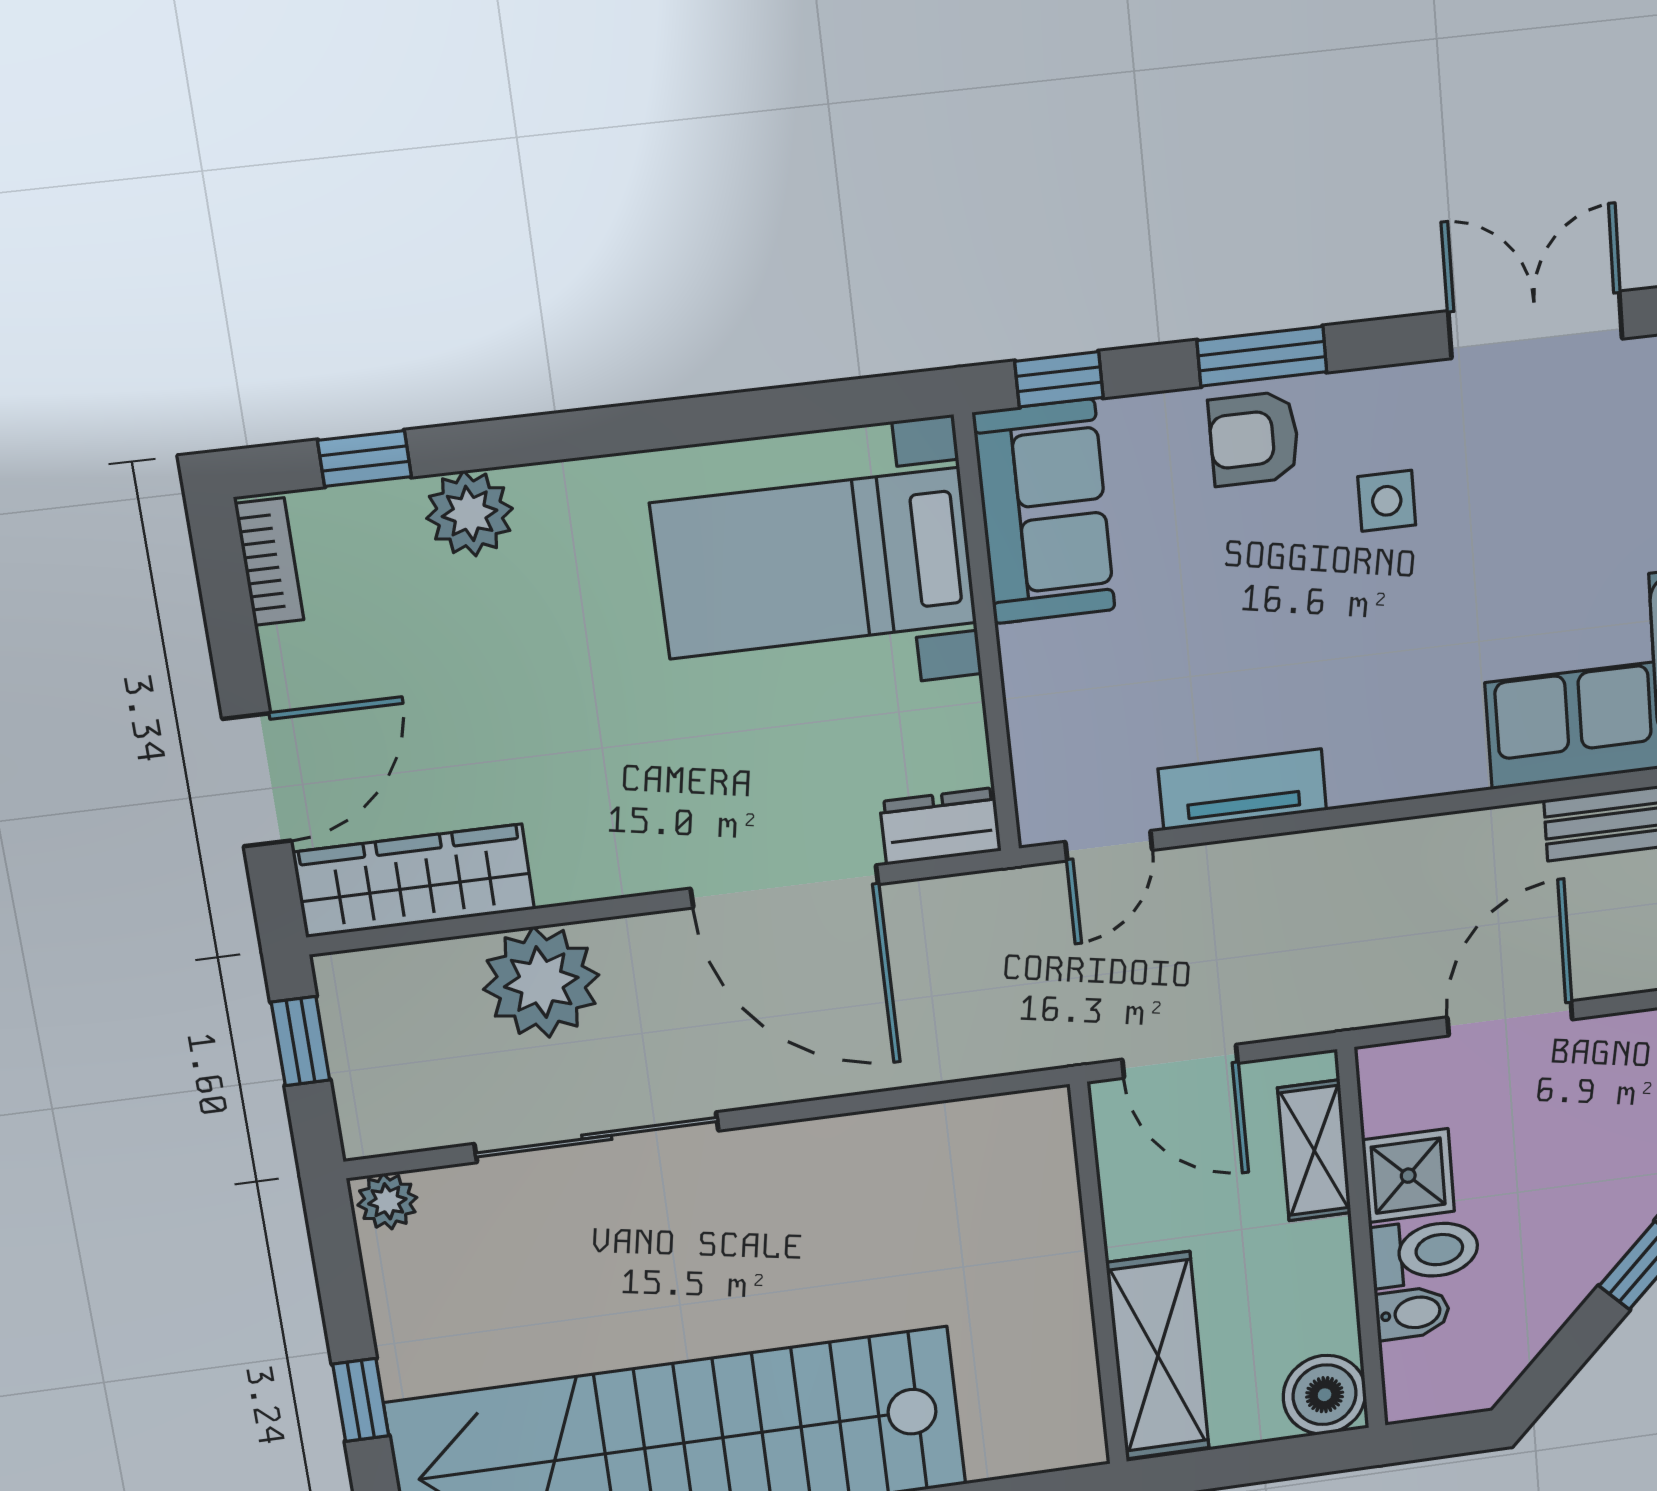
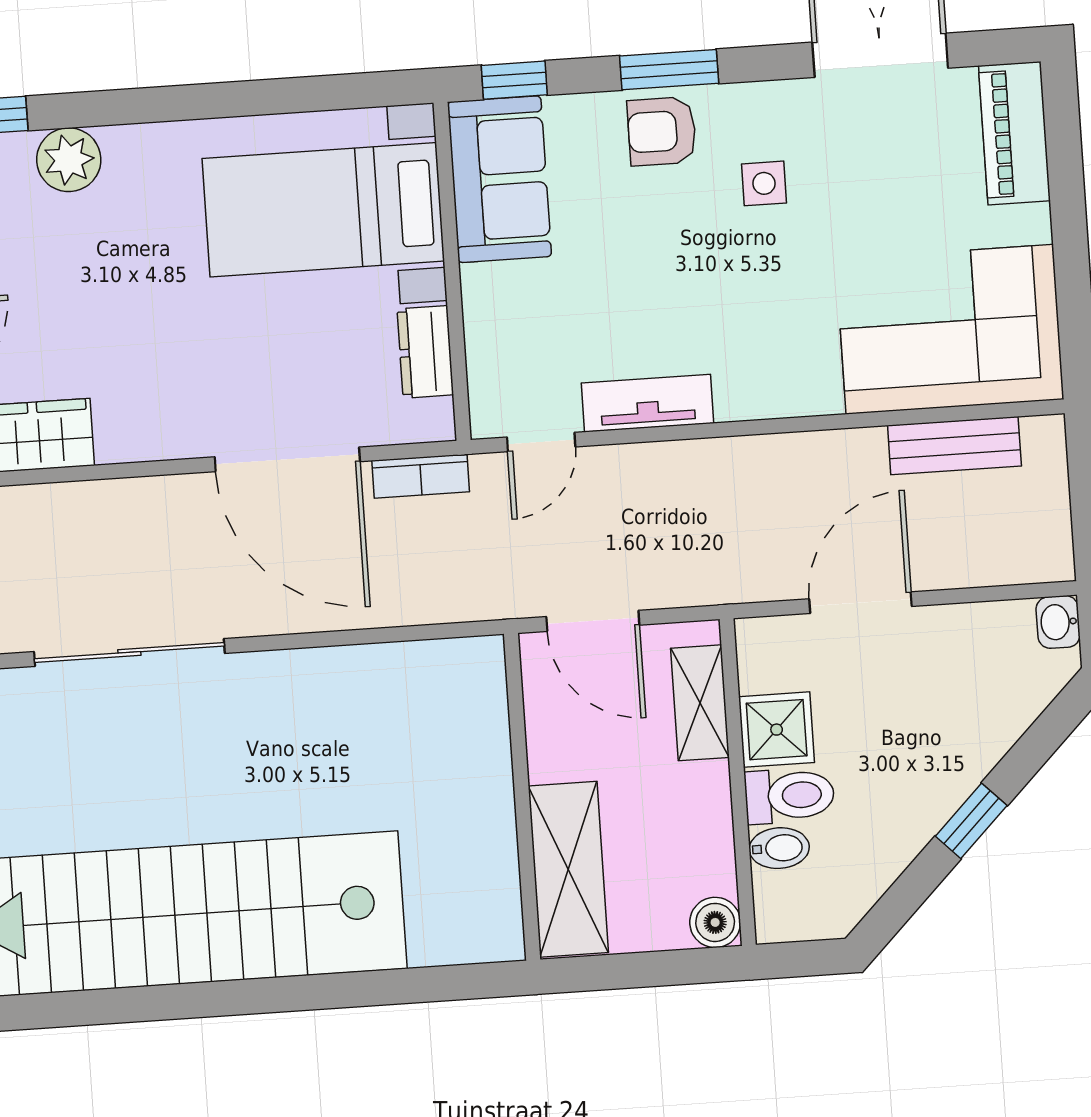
dresser: (941, 826) -> (425, 352), moved, turned -90
bookcase: (957, 897) -> (421, 476), added
plant: (541, 982) -> (95, 524), removed
boiler: (1325, 1395) -> (715, 922), width x0.73, depth x0.73

